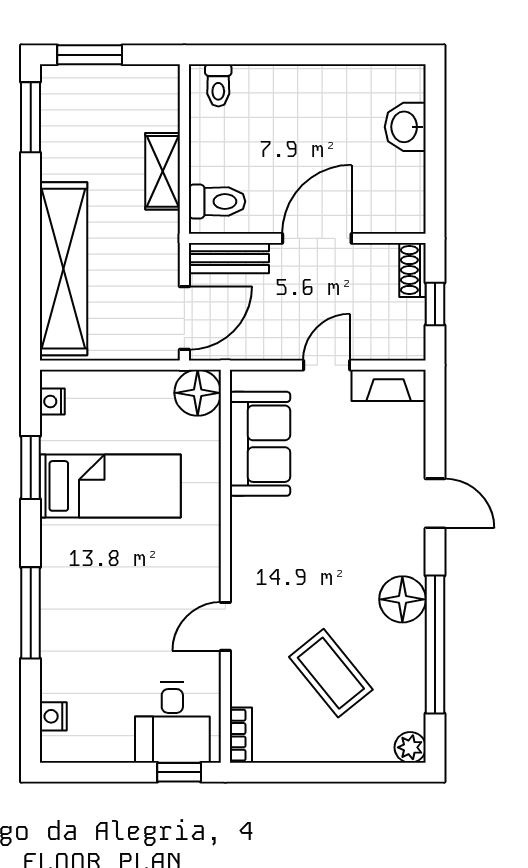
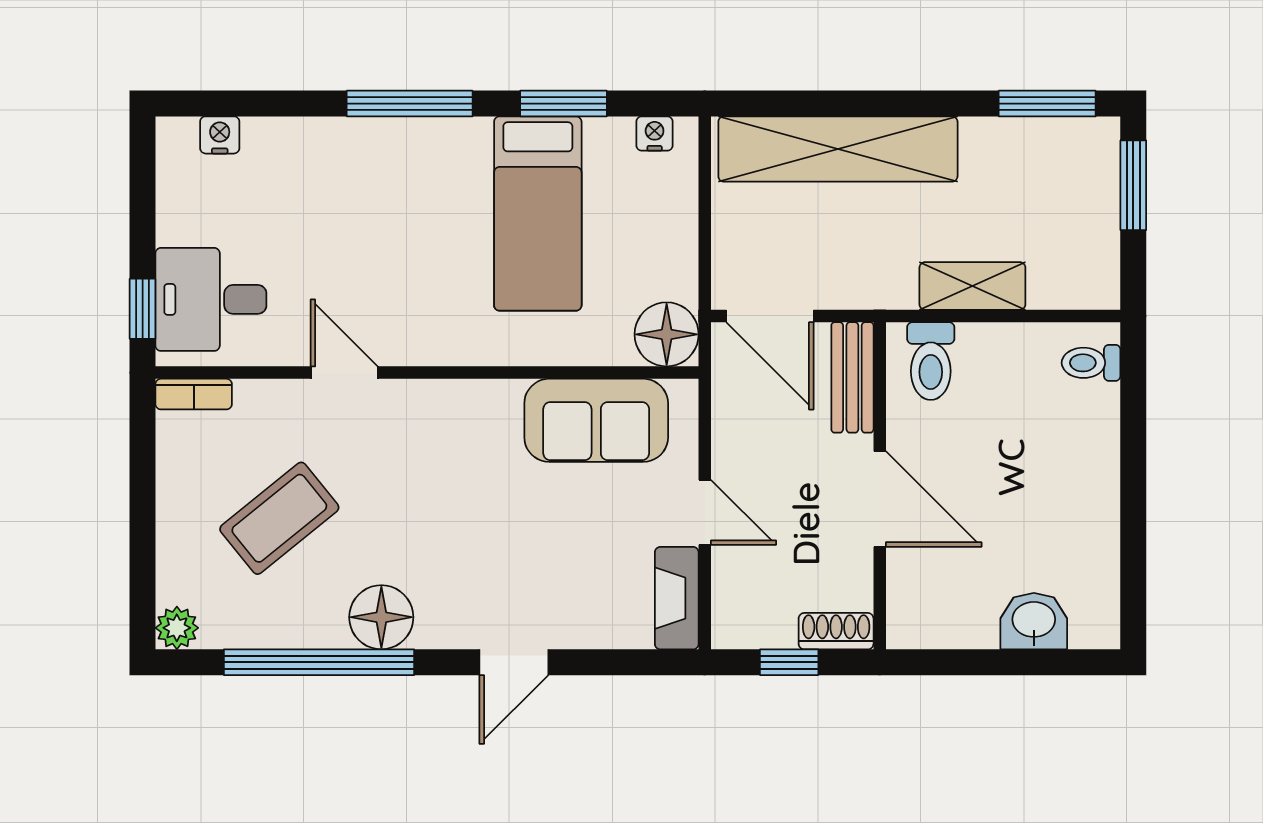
window: (31, 613) -> (410, 104), moved

